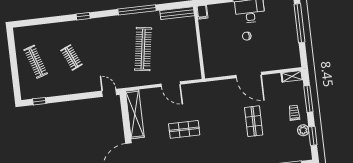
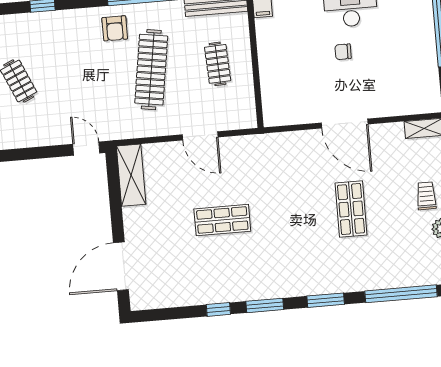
armchair: (123, 27) -> (115, 28), added
clothes rail: (179, 45) -> (218, 64), added
shelving: (135, 114) -> (131, 175), width x0.68

